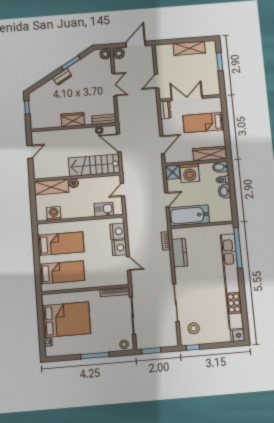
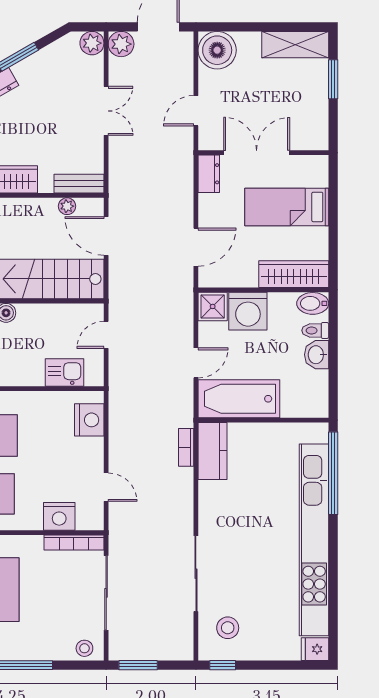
shelving: (189, 48) -> (295, 45), moved
boiler: (164, 53) -> (217, 50), added
nightstand: (119, 248) -> (59, 516), moved, turned 90
kitchen counter: (180, 253) -> (213, 451), moved

